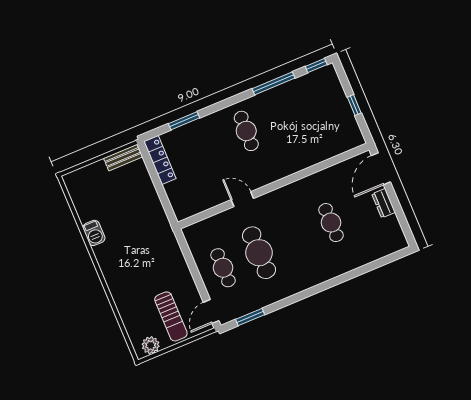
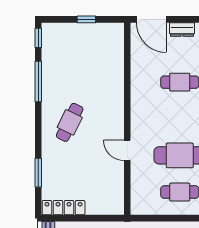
cafe table: (246, 131) -> (70, 122), turned -66
door: (242, 199) -> (127, 150), hinge flipped

